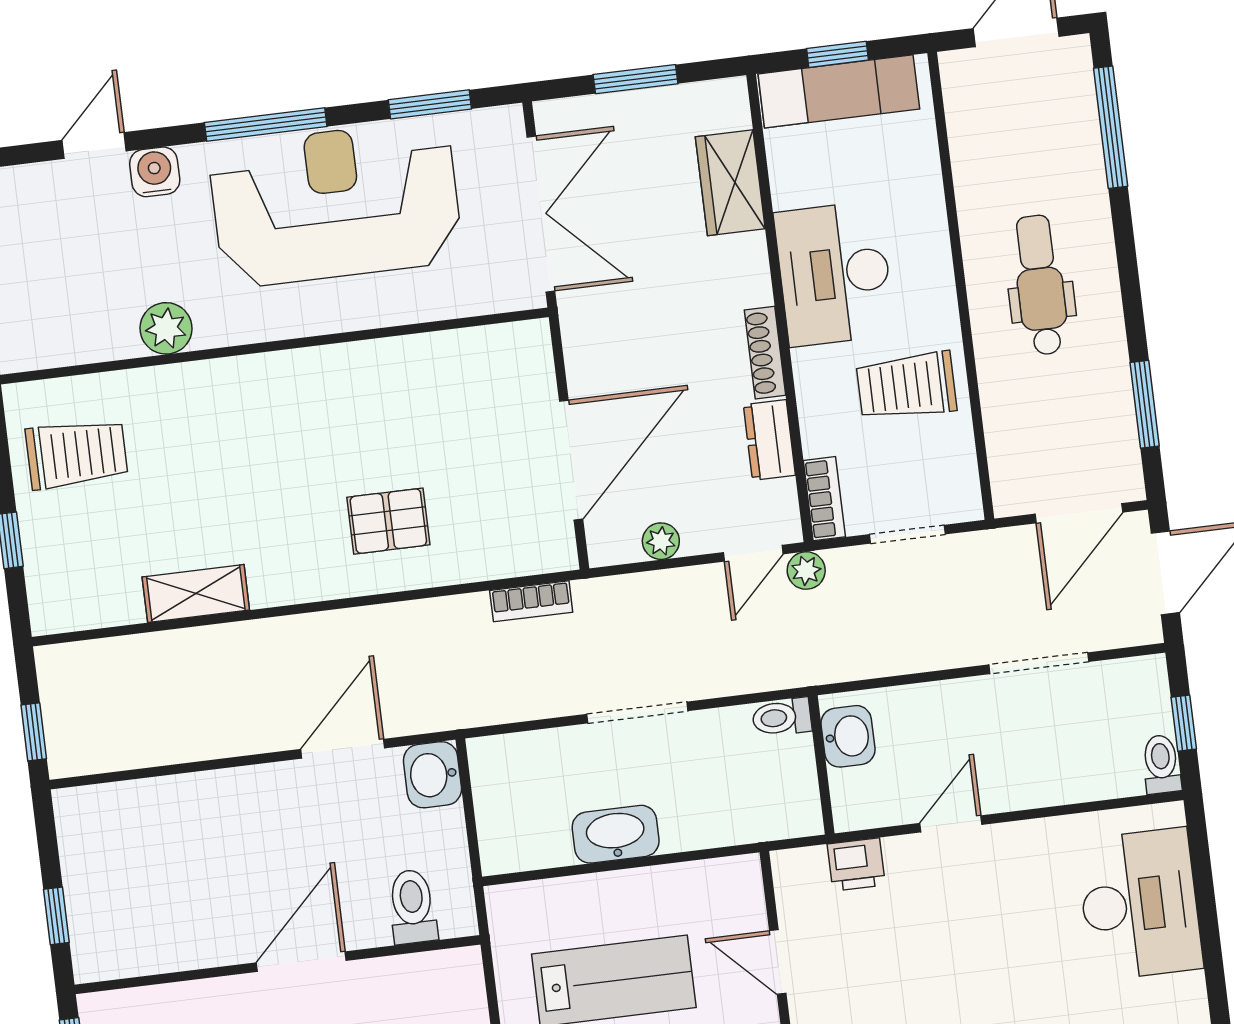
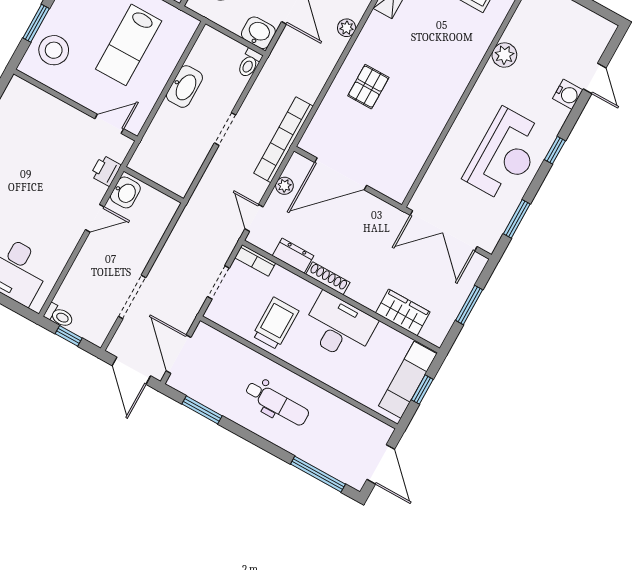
window: (266, 125) -> (555, 150), width x0.46
reception desk: (336, 204) -> (505, 155), width x0.74, depth x0.77
door: (571, 460) -> (341, 174), hinge flipped
plant: (806, 571) -> (347, 28), moved
bookcase: (531, 601) -> (283, 140), width x2.31, depth x1.31
doorway: (637, 712) -> (225, 129), width x0.73
toilet: (782, 717) -> (249, 63), moved, turned 180
washbasin: (848, 736) -> (125, 192), moved, turned -90
door: (951, 824) -> (95, 218), hinge flipped
door: (778, 962) -> (109, 124), moved

